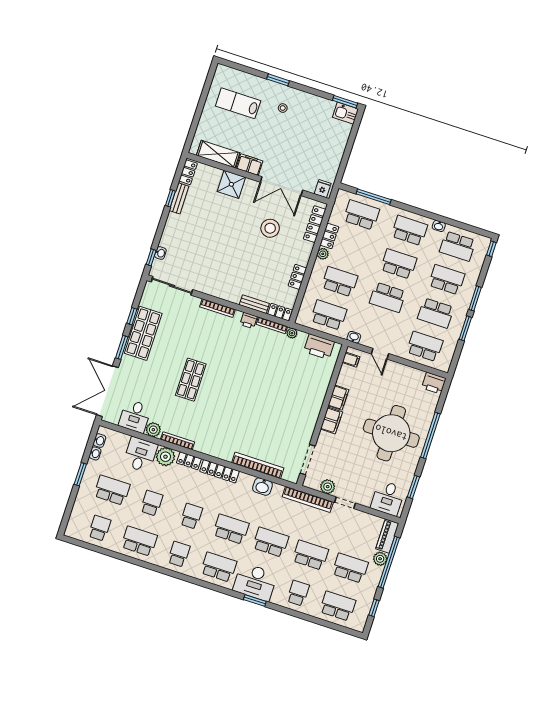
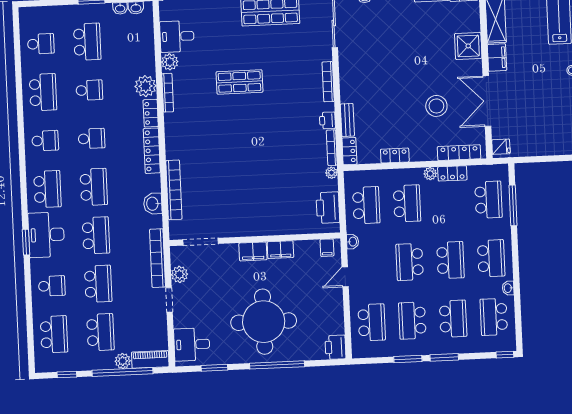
desk: (140, 455) -> (137, 58), removed

